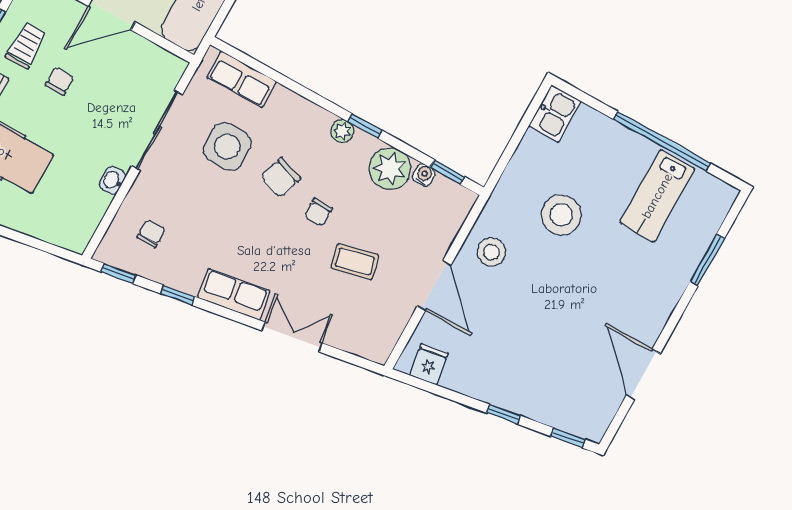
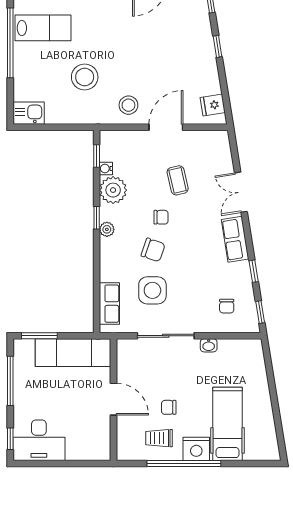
chair: (151, 233) -> (227, 306), turned -90

